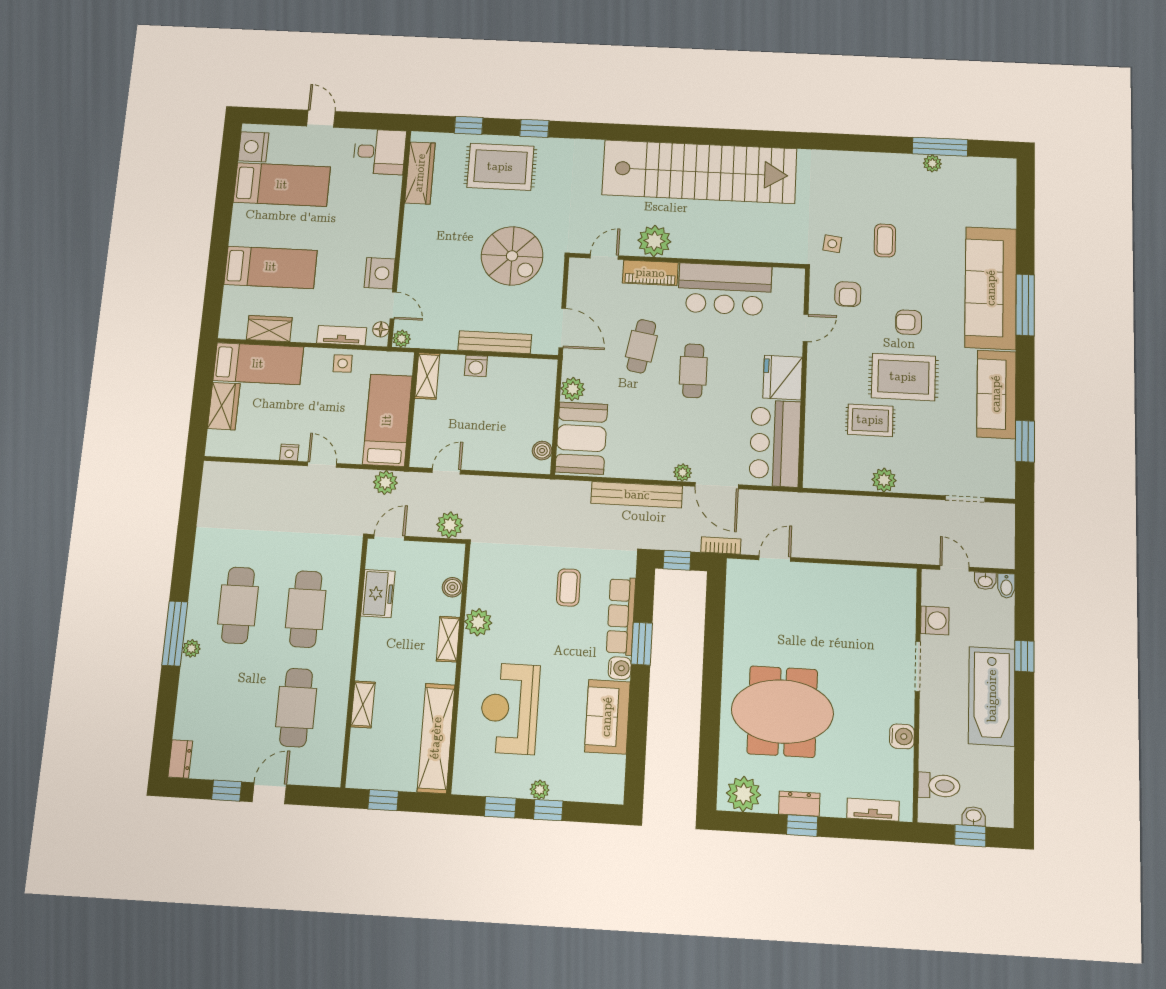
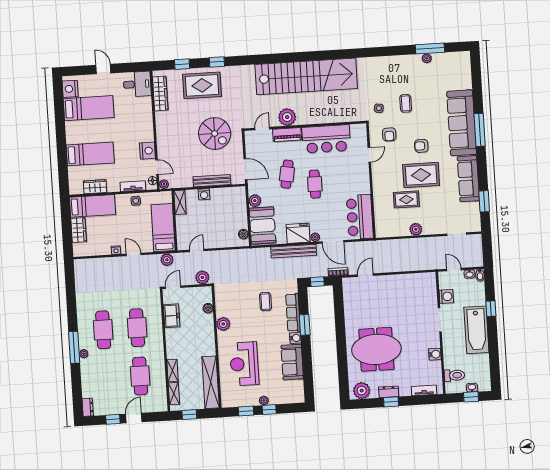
fridge: (783, 378) -> (298, 233), moved, turned 90
shelving: (448, 639) -> (174, 394), moved

